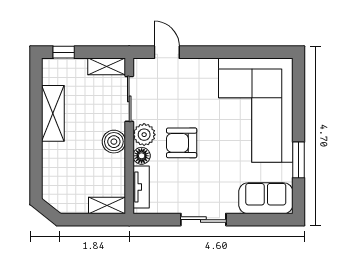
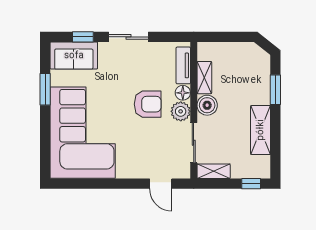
window: (36, 159) -> (275, 90), added
shelving: (107, 206) -> (204, 78), moved, turned 90
window: (255, 220) -> (83, 37), added

